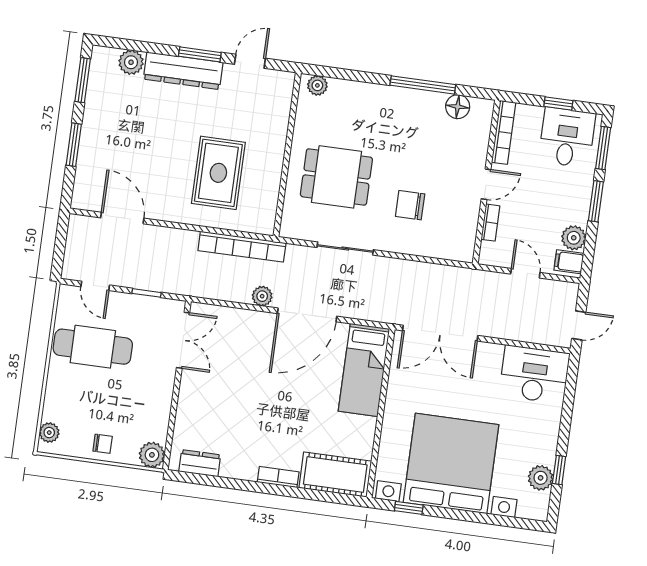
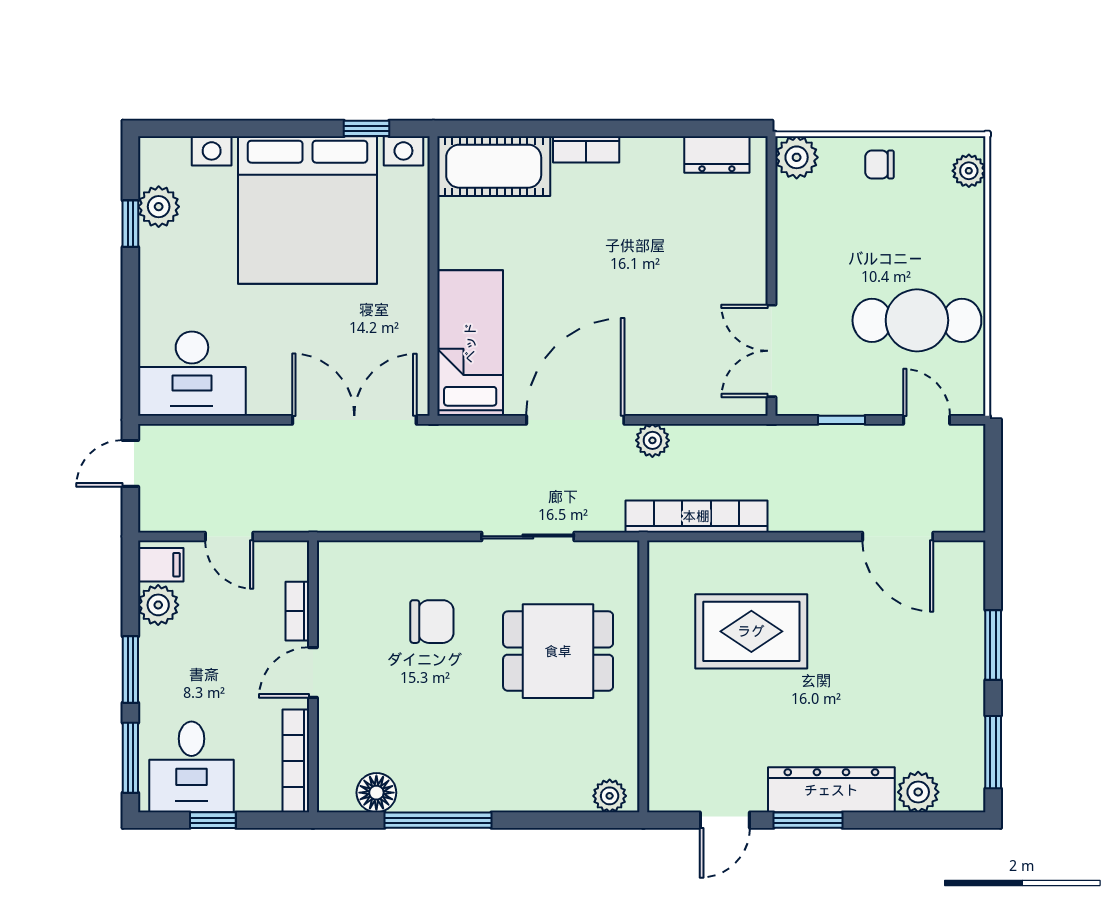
rug: (218, 173) -> (751, 631), turned 90

